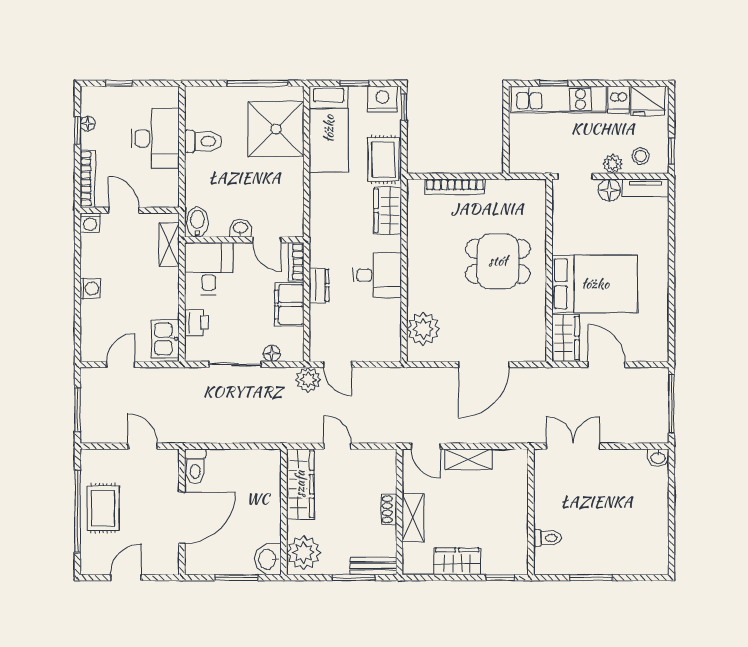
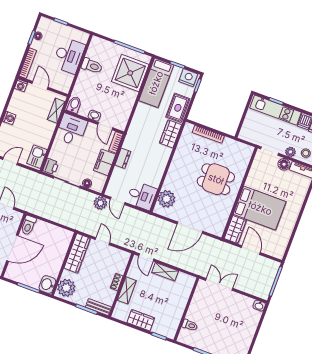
desk: (377, 275) -> (142, 196), moved
printer: (196, 323) -> (51, 166), moved

